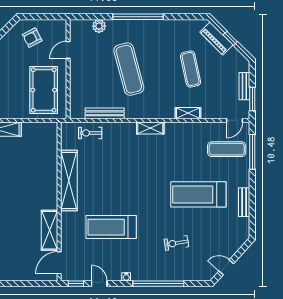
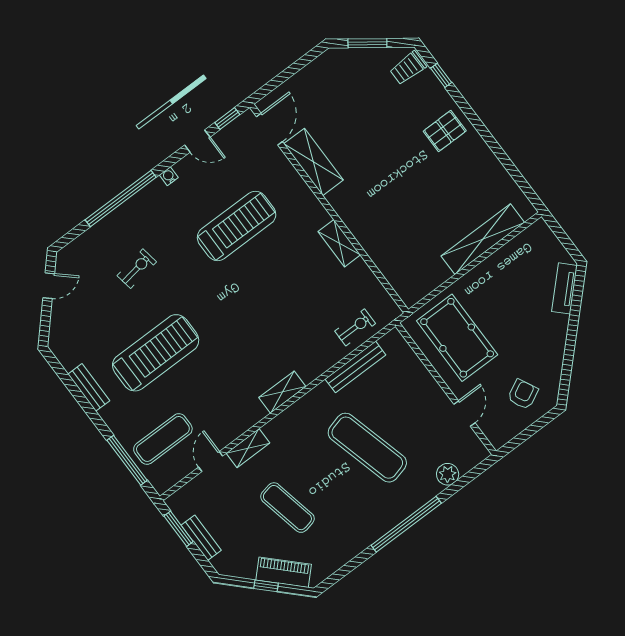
door: (235, 120) -> (211, 462), moved
shelving: (69, 180) -> (339, 243), width x0.45, depth x0.75

